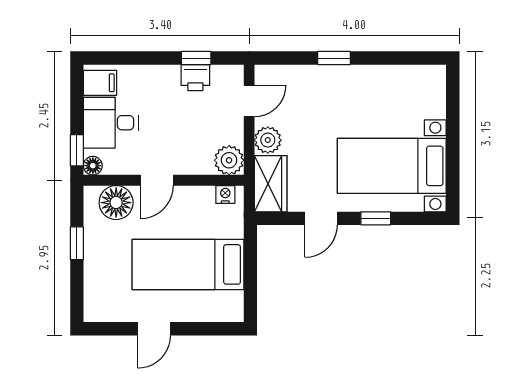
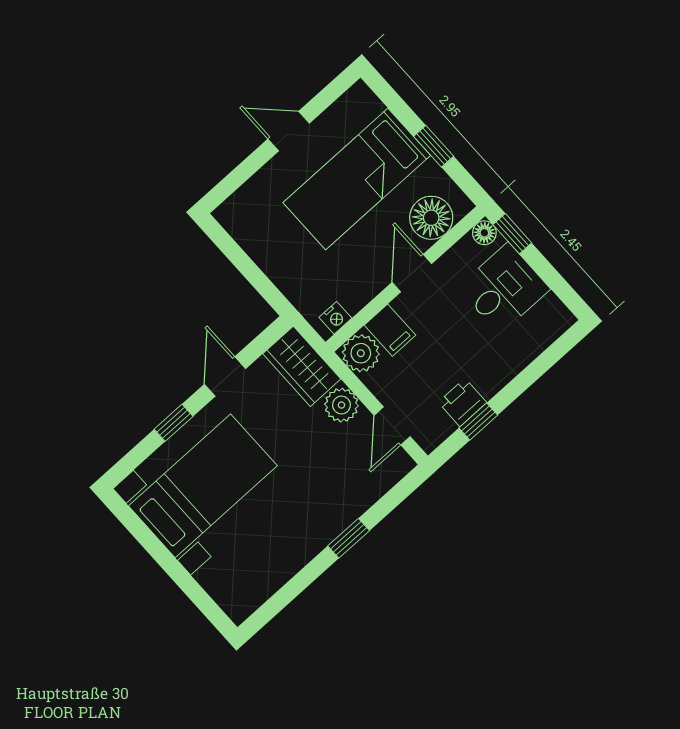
filing cabinet: (100, 83) -> (390, 330), moved, turned -90
bed: (188, 264) -> (357, 179), moved, turned 180
door: (154, 329) -> (289, 131), hinge flipped

